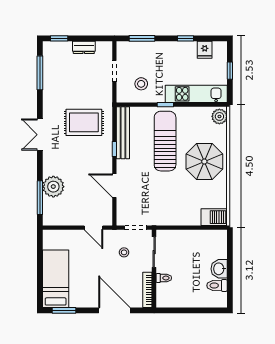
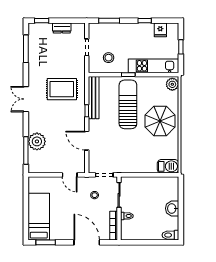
toilet: (217, 285) -> (170, 235), moved

